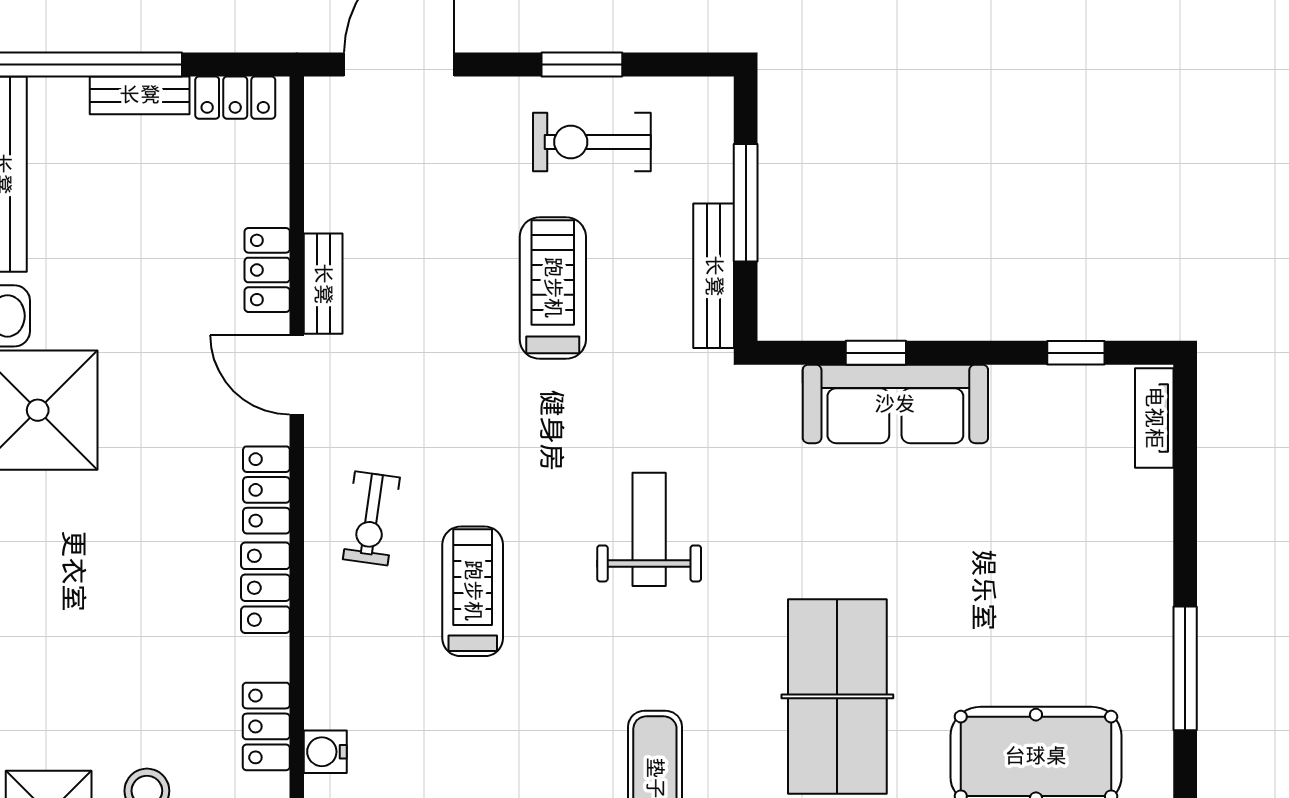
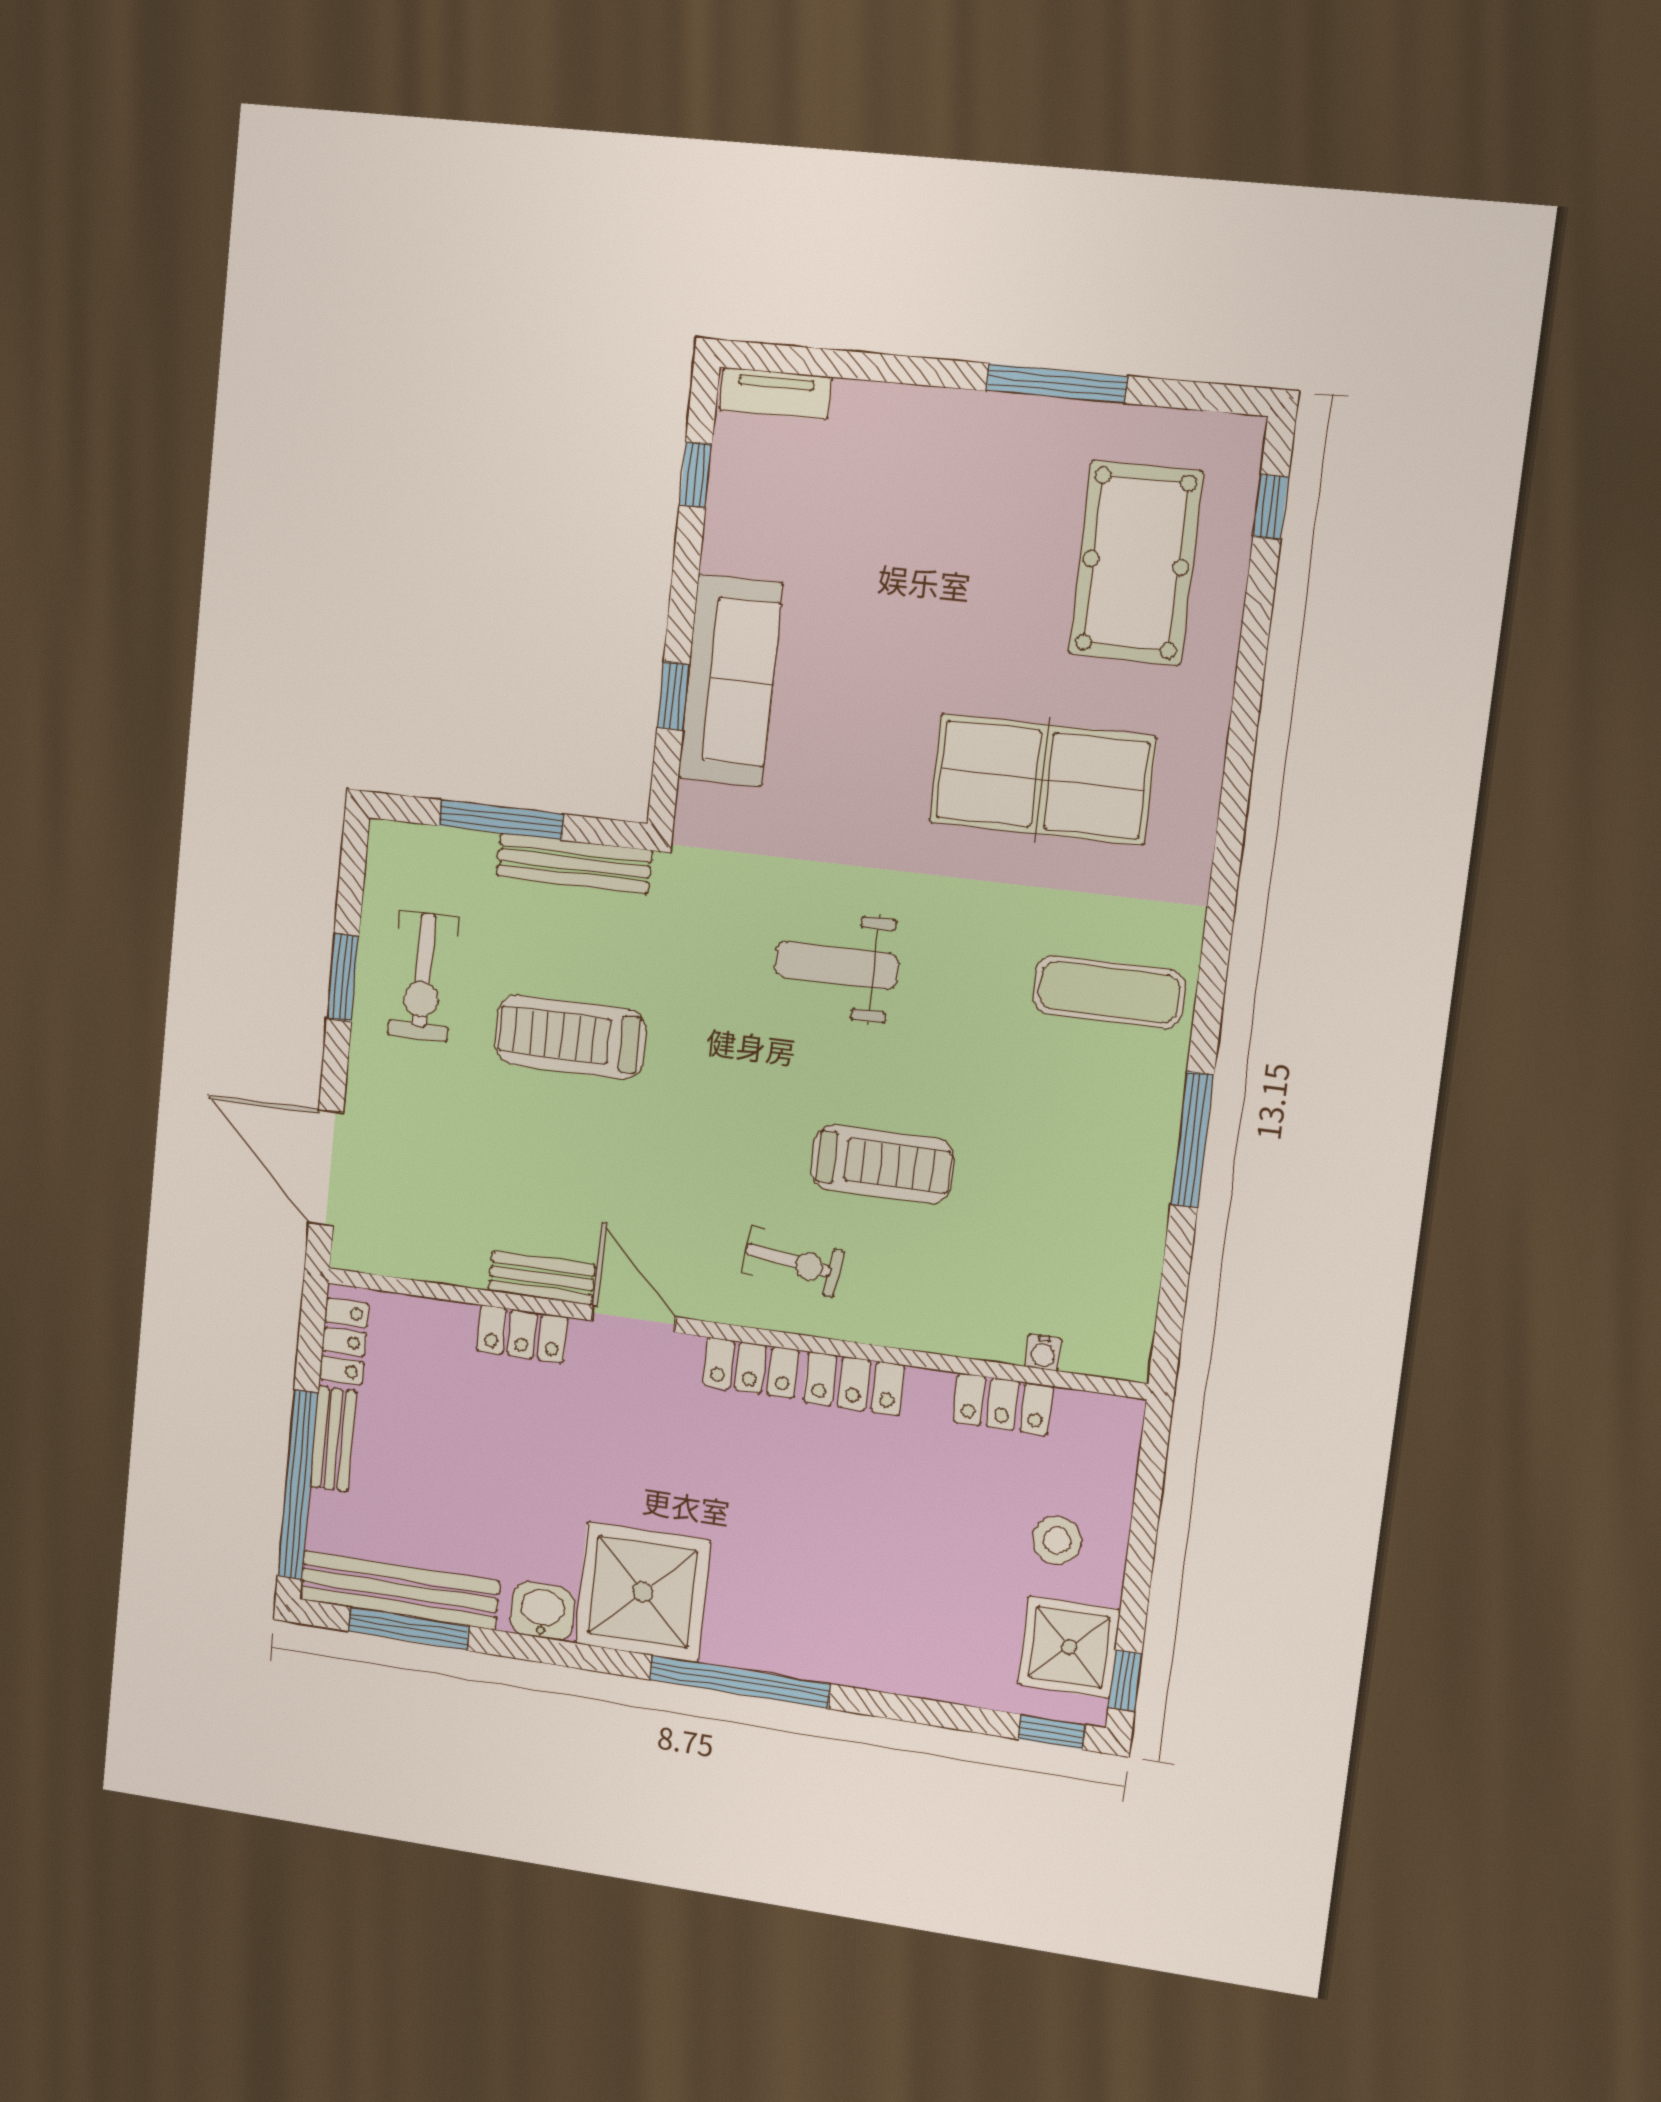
door: (297, 375) -> (634, 1319), swing flipped
treadmill: (473, 591) -> (882, 1164), turned 180
water cooler: (325, 752) -> (1043, 1352), width x0.72, depth x0.72

